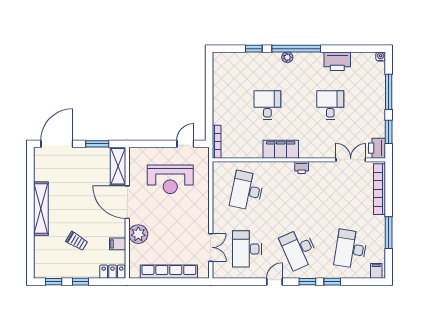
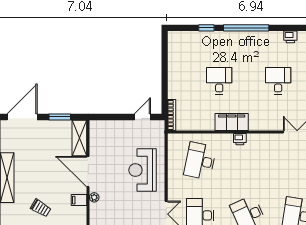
plant: (287, 57) -> (238, 36), removed
printer: (337, 61) -> (290, 37), width x0.53, depth x0.68
printer: (302, 168) -> (240, 139), moved
reception desk: (170, 179) -> (143, 170), moved, turned 90
plant: (138, 234) -> (94, 197), width x0.53, depth x0.53
filing cabinet: (118, 244) -> (79, 200), moved

